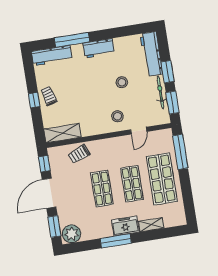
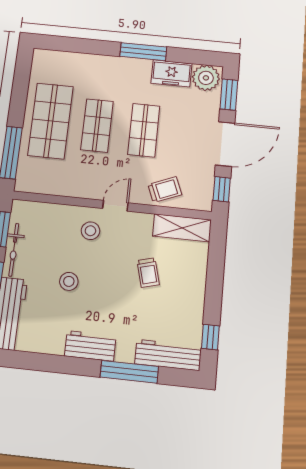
trolley: (49, 96) -> (148, 273), moved
window: (34, 100) -> (210, 337), moved
door: (139, 131) -> (115, 206), moved
shelving: (151, 225) -> (85, 61), removed
freezer: (125, 226) -> (171, 73), moved

